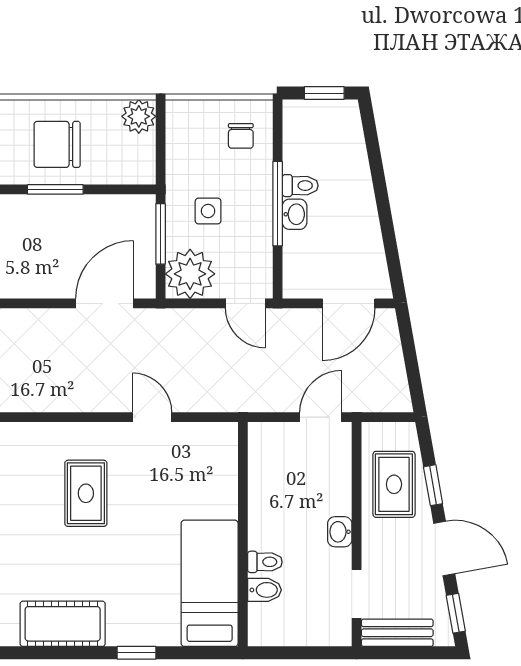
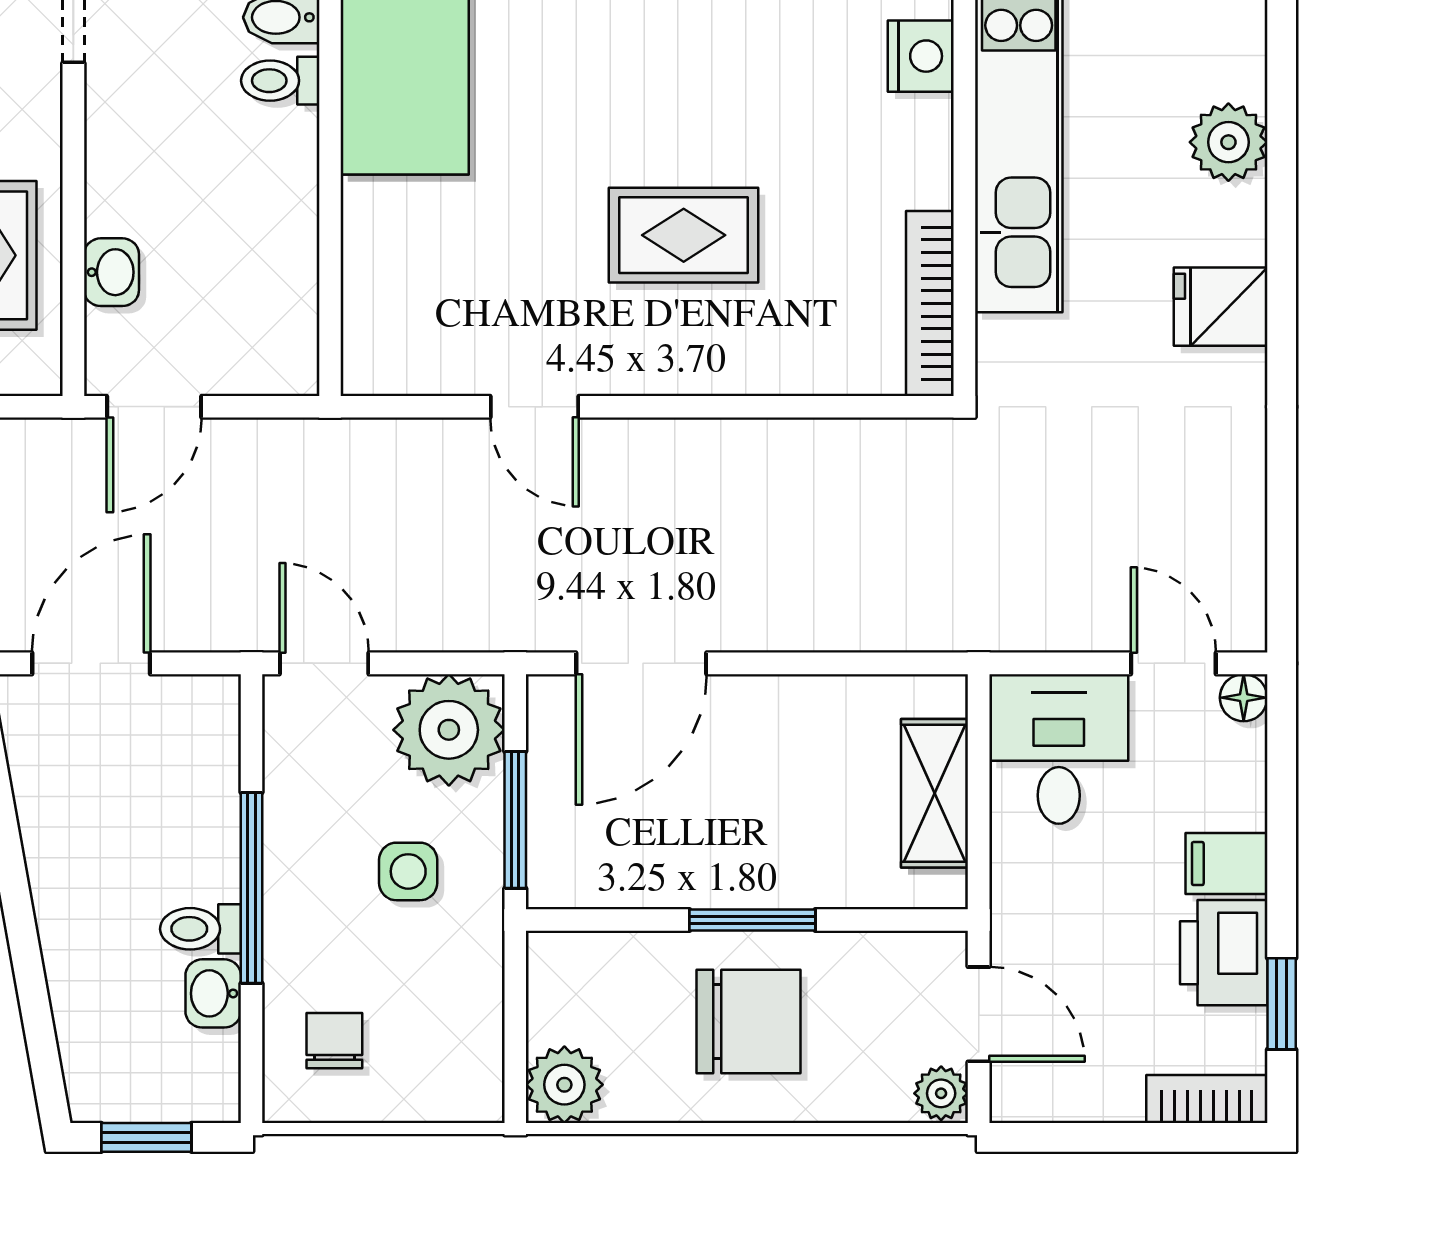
washbasin: (295, 214) -> (213, 993), moved
rug: (86, 493) -> (684, 235), turned 90
washbasin: (340, 532) -> (111, 272), moved

